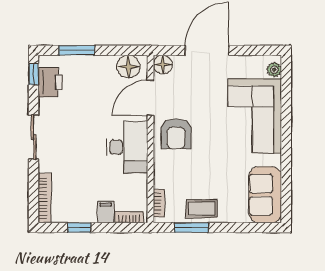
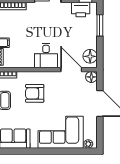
armchair: (176, 134) -> (35, 93), moved
desk: (127, 147) -> (46, 56), width x0.73

